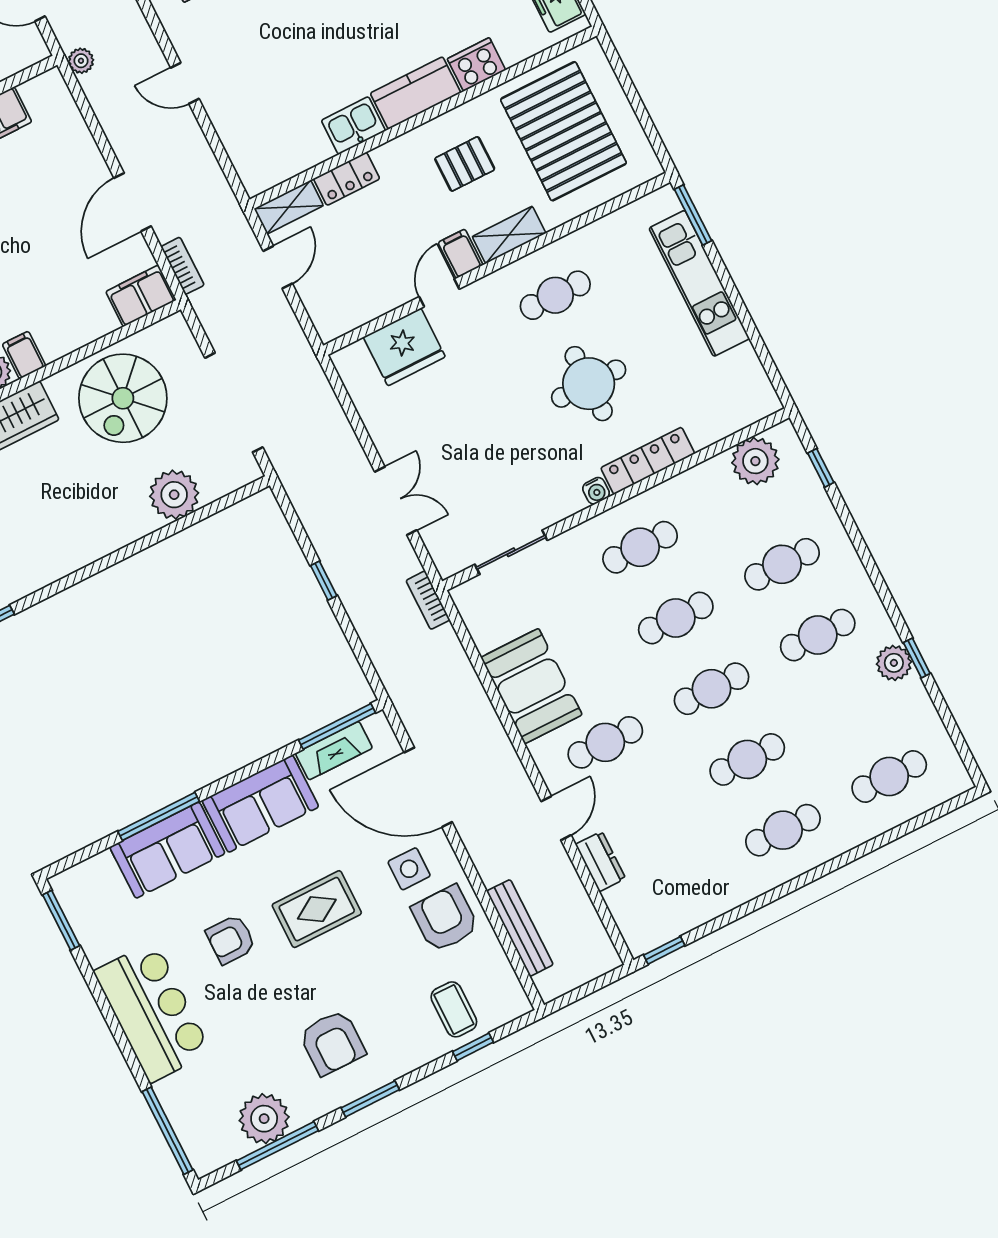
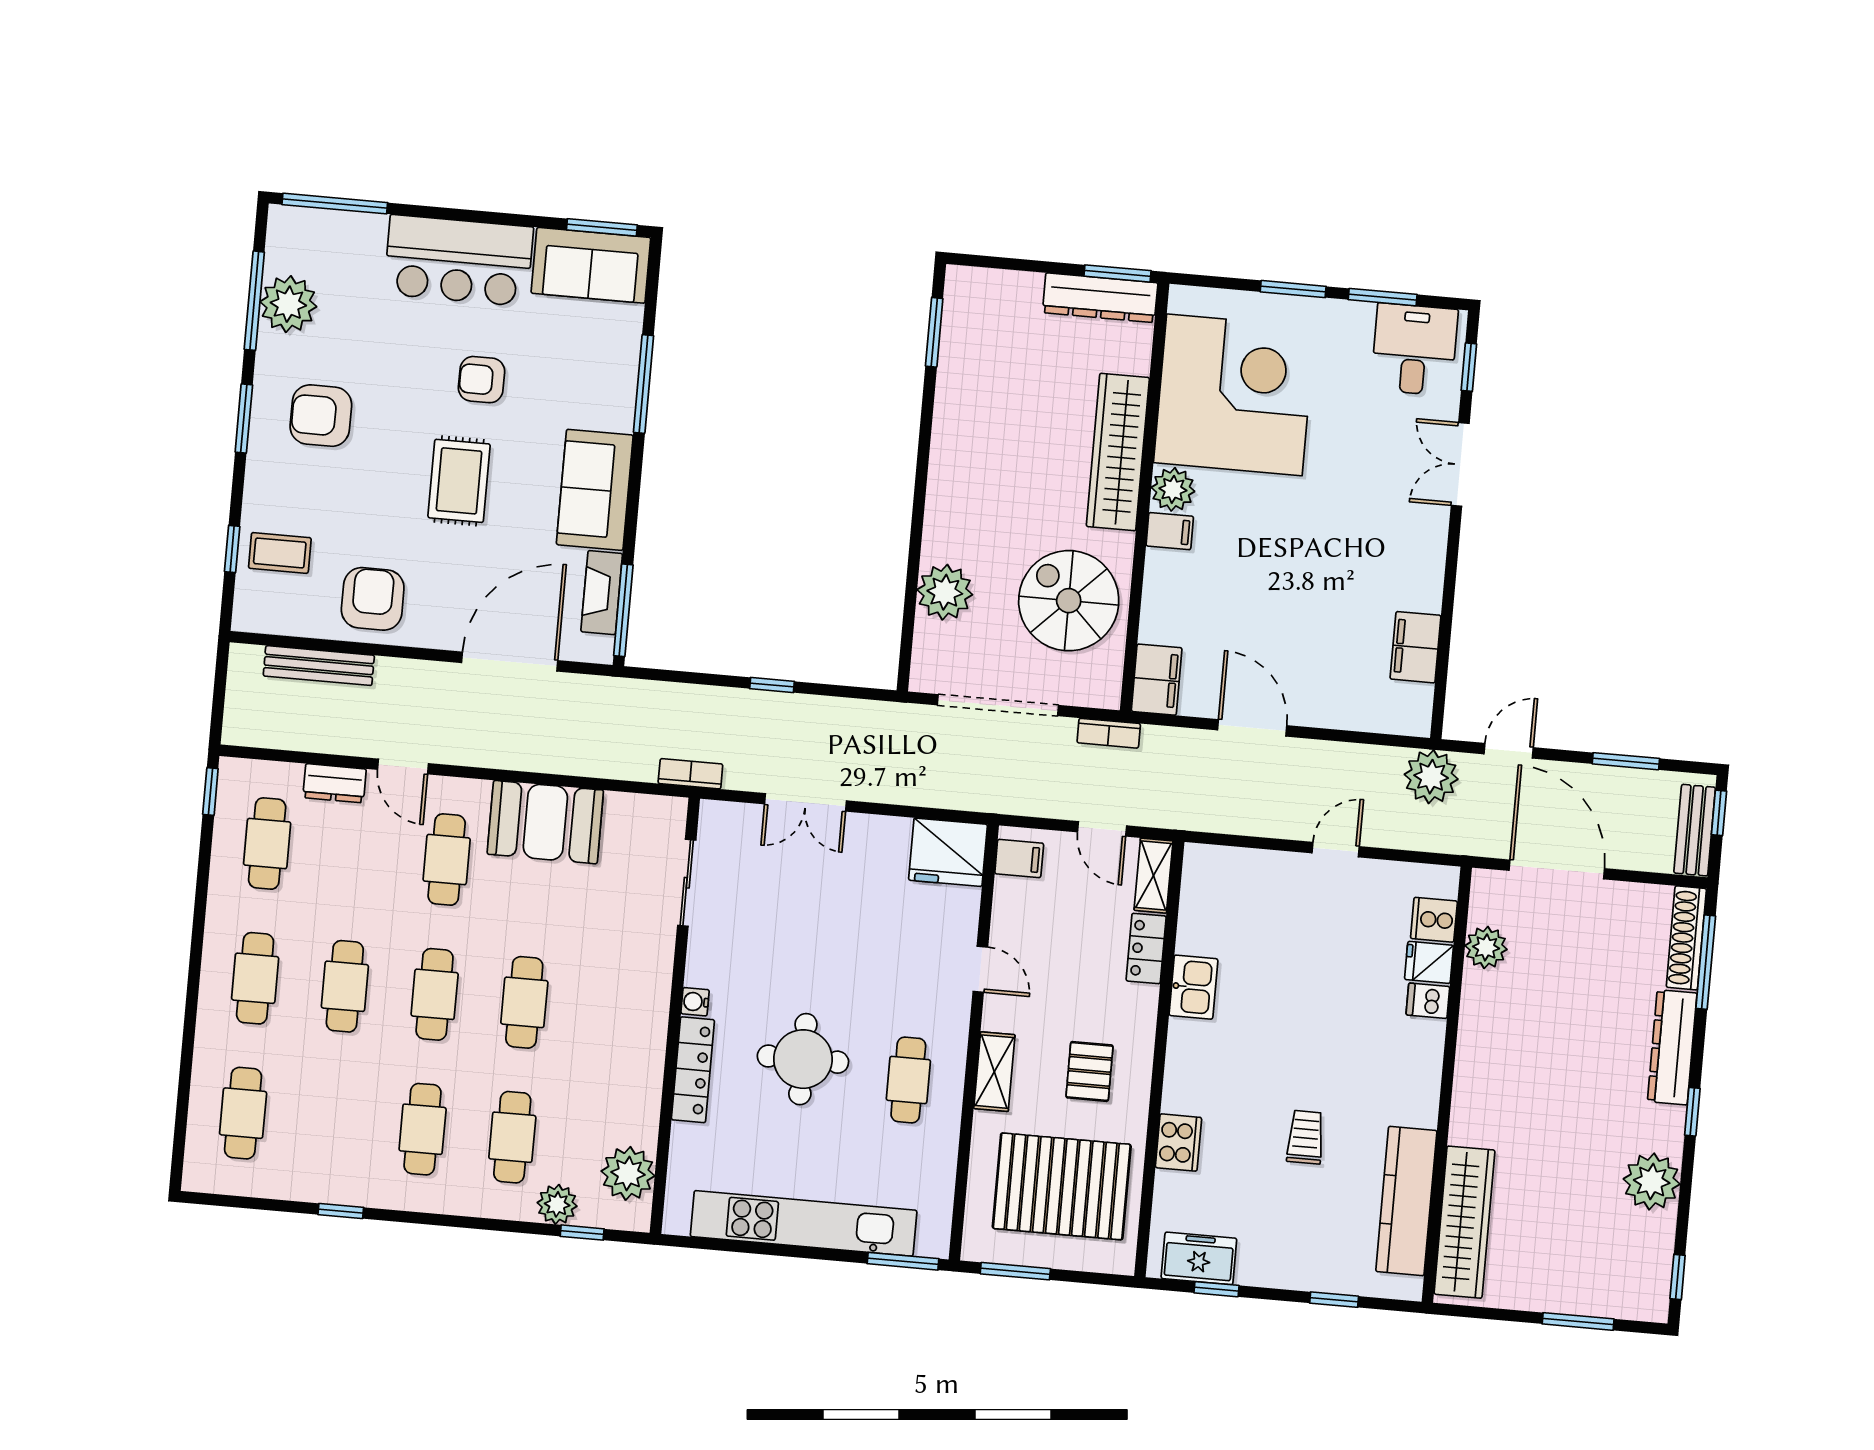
plant: (81, 61) -> (1431, 777), width x1.87, depth x1.87
kitchen counter: (416, 93) -> (1188, 1067), removed
window: (648, 126) -> (1015, 1271), added
filing cabinet: (461, 254) -> (1019, 858), moved
bookcase: (183, 266) -> (1109, 733), moved
kitchen unit: (699, 283) -> (804, 1223), width x1.36
fridge: (404, 347) -> (948, 852), moved, turned -90
cafe table: (640, 547) -> (267, 844), moved
plant: (894, 663) -> (557, 1204), moved
sofa: (167, 850) -> (591, 265), moved, turned -90
side table: (409, 869) -> (442, 594), removed
armchair: (445, 919) -> (373, 599), turned -90
armchair: (231, 939) -> (481, 380), turned -90

